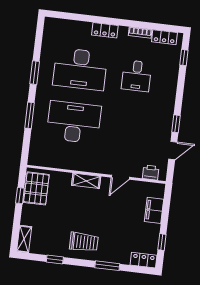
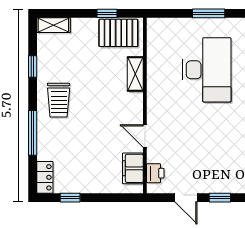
shelving: (86, 181) -> (135, 74), moved
filing cabinet: (154, 210) -> (133, 168), moved, turned -90
window: (107, 266) -> (33, 133), width x1.44

